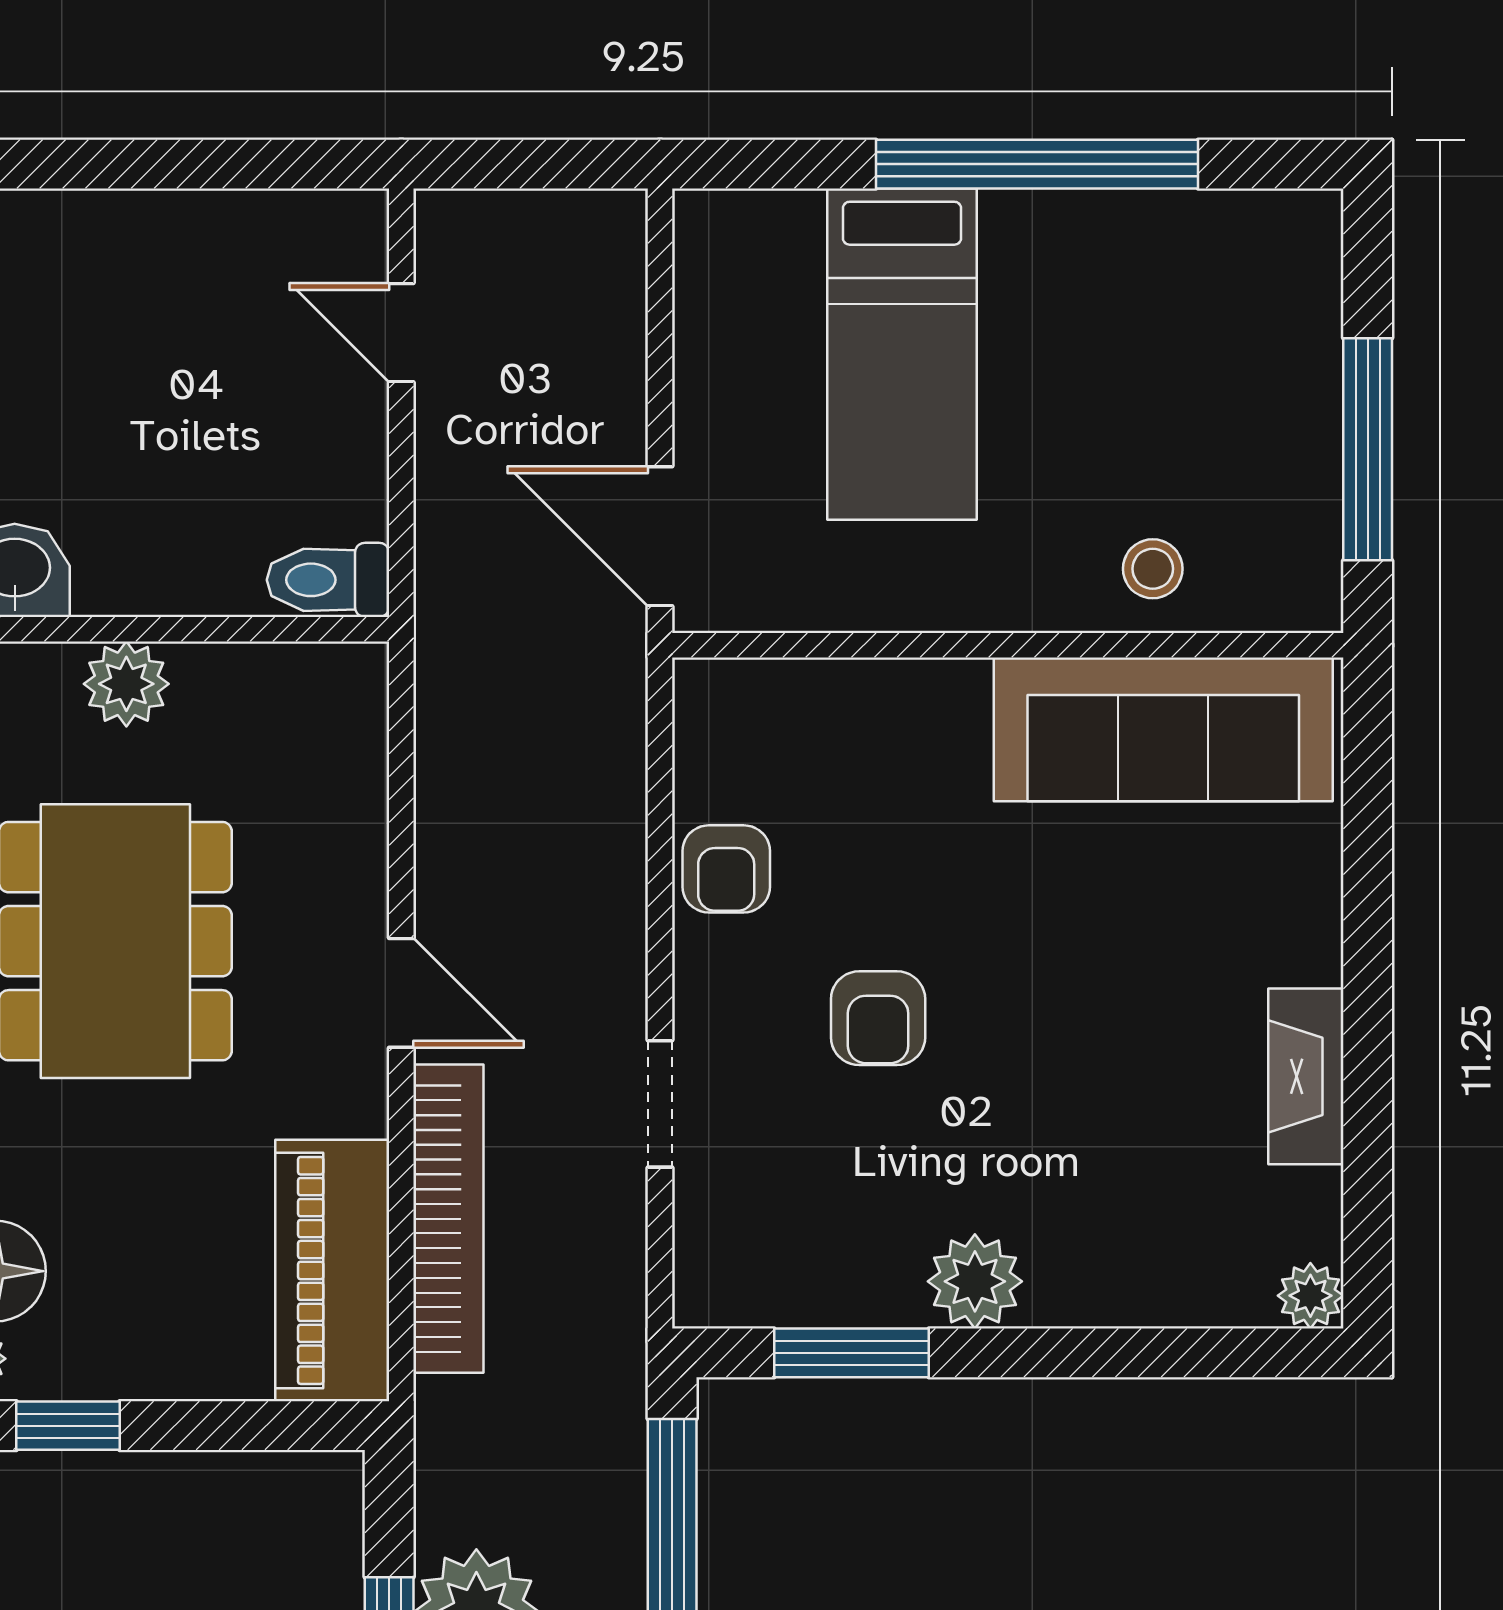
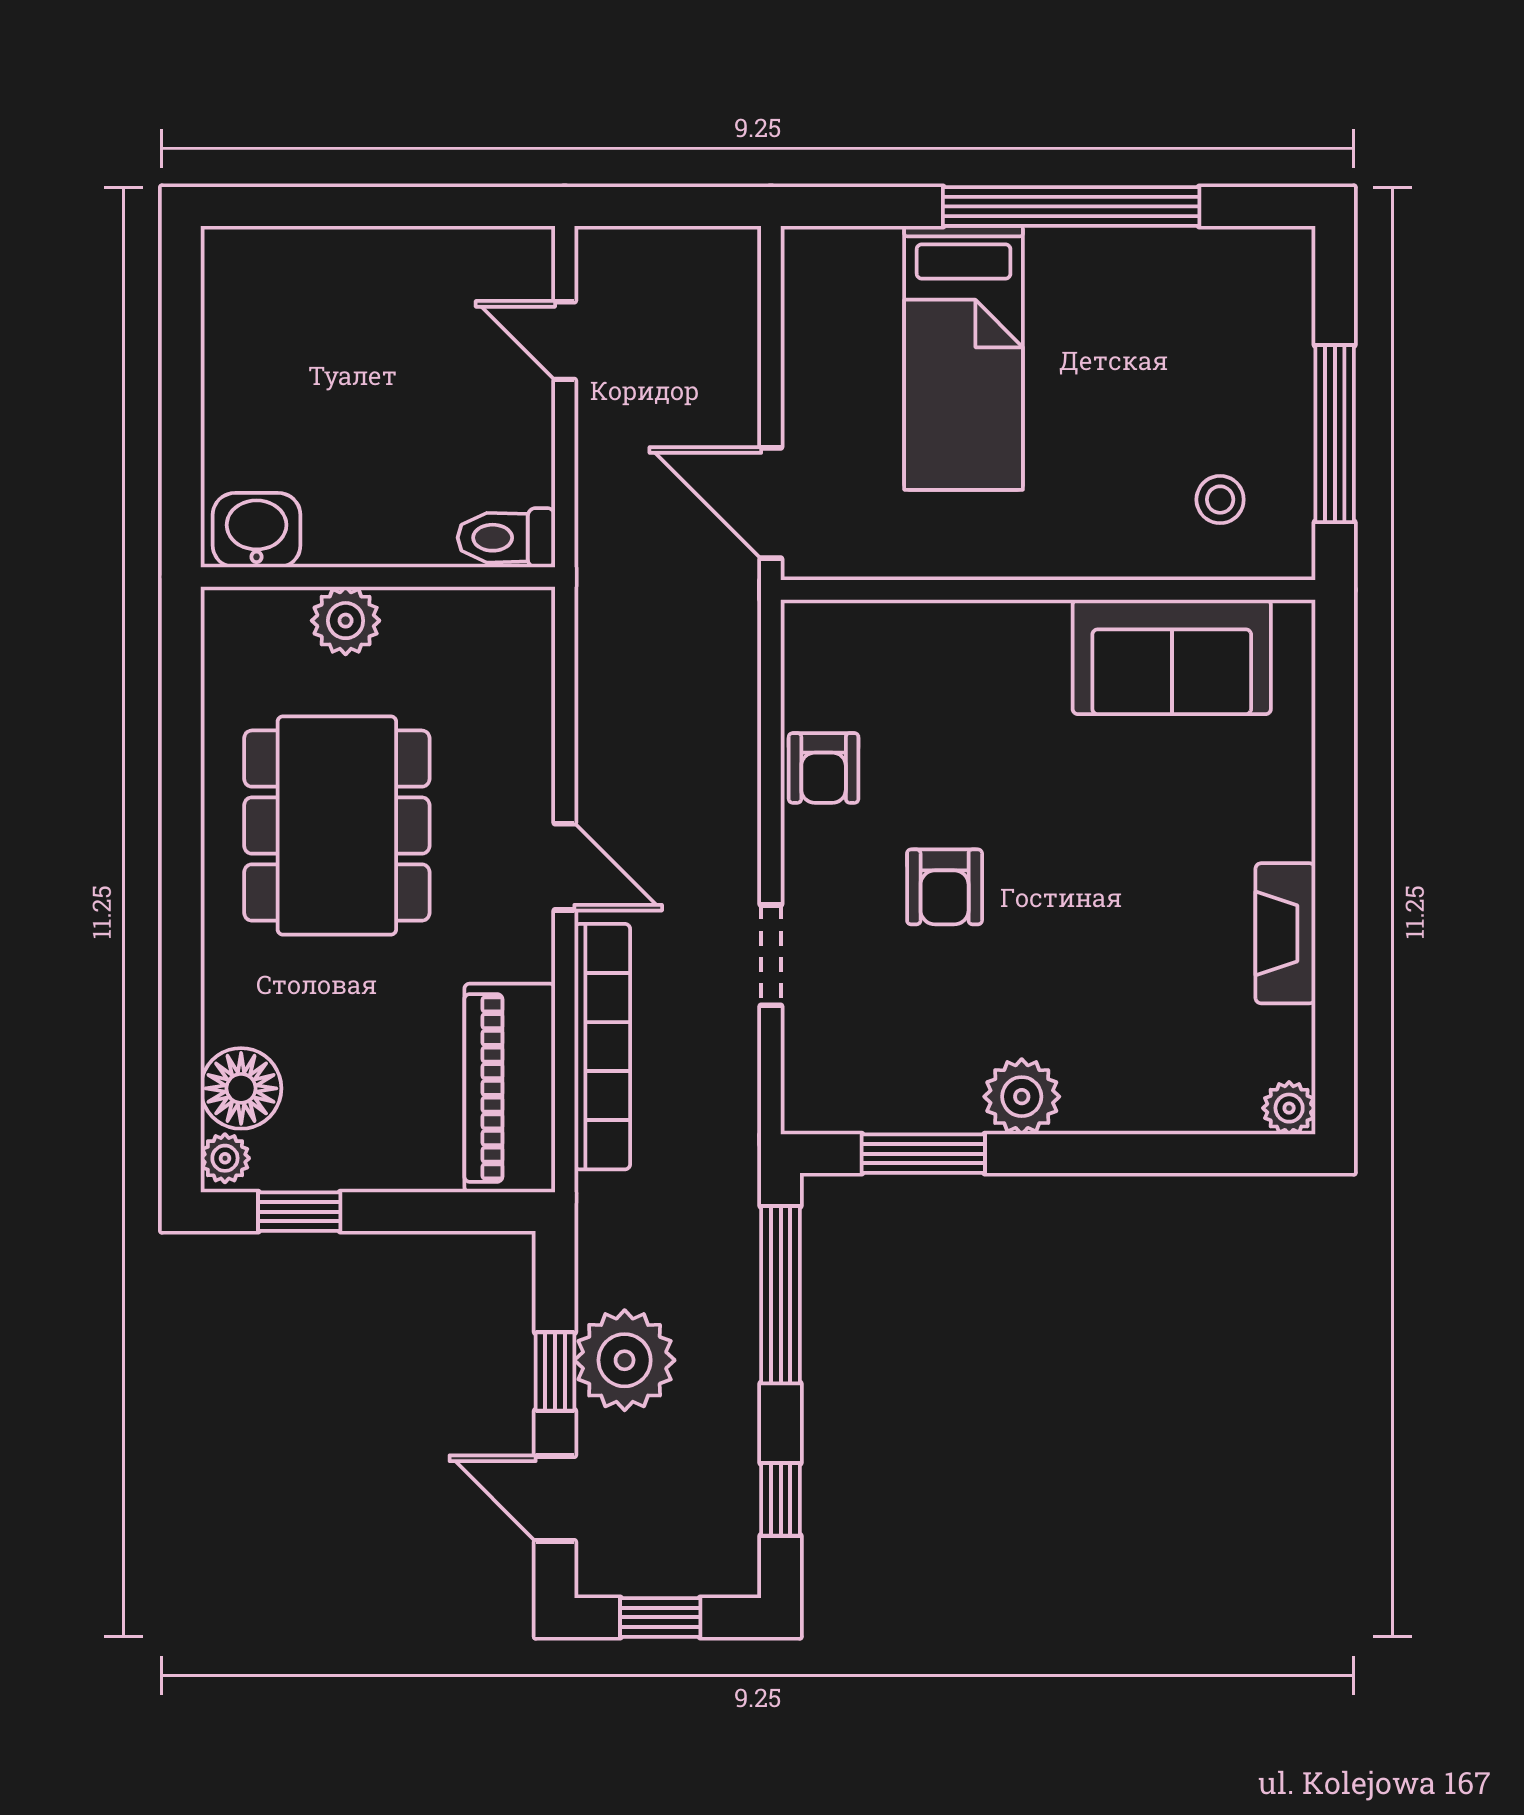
stool: (1153, 569) -> (1220, 500), moved
sofa: (1163, 729) -> (1172, 657), width x0.73

